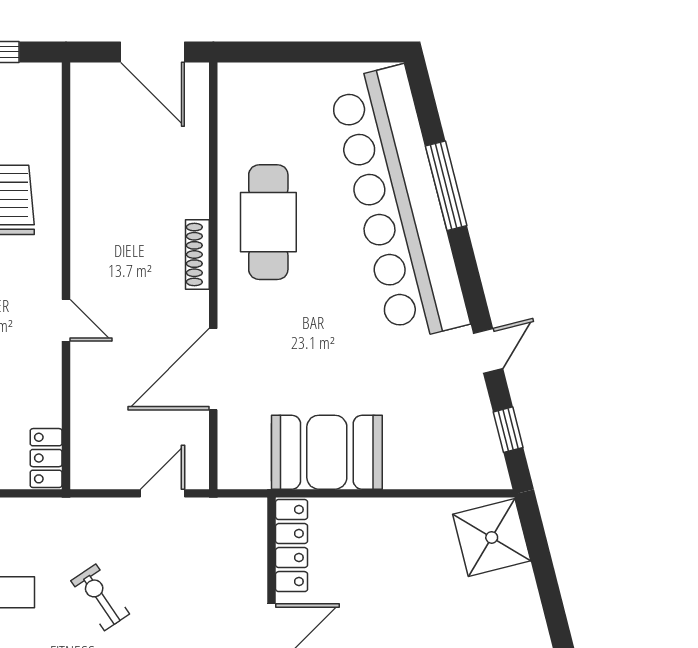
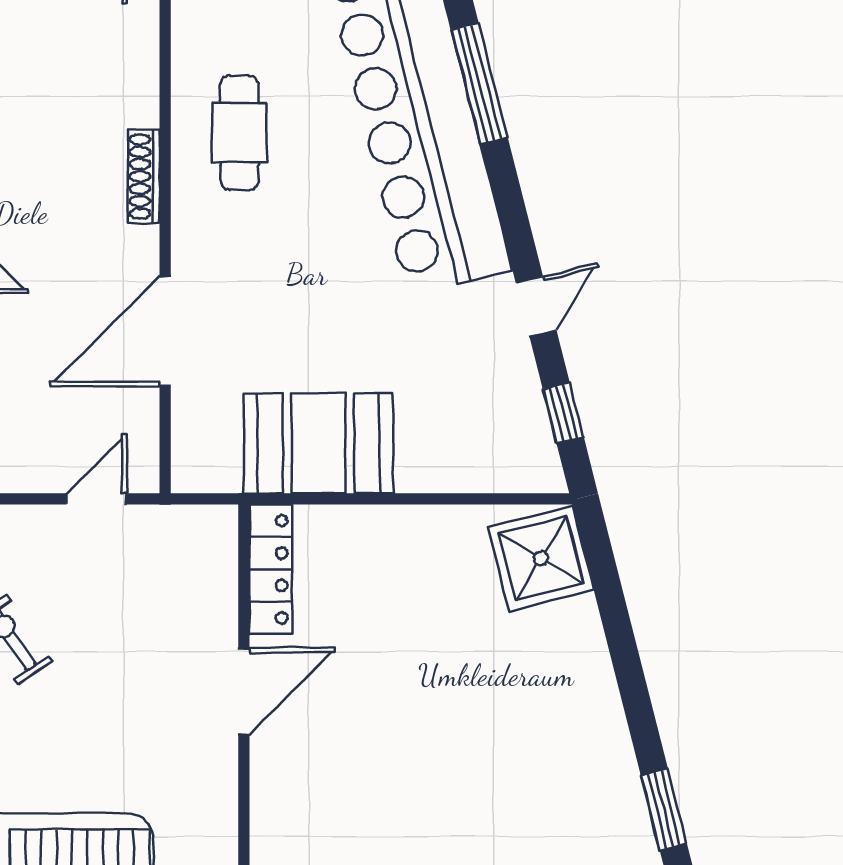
cafe table: (268, 222) -> (239, 133), width x0.73, depth x0.74

